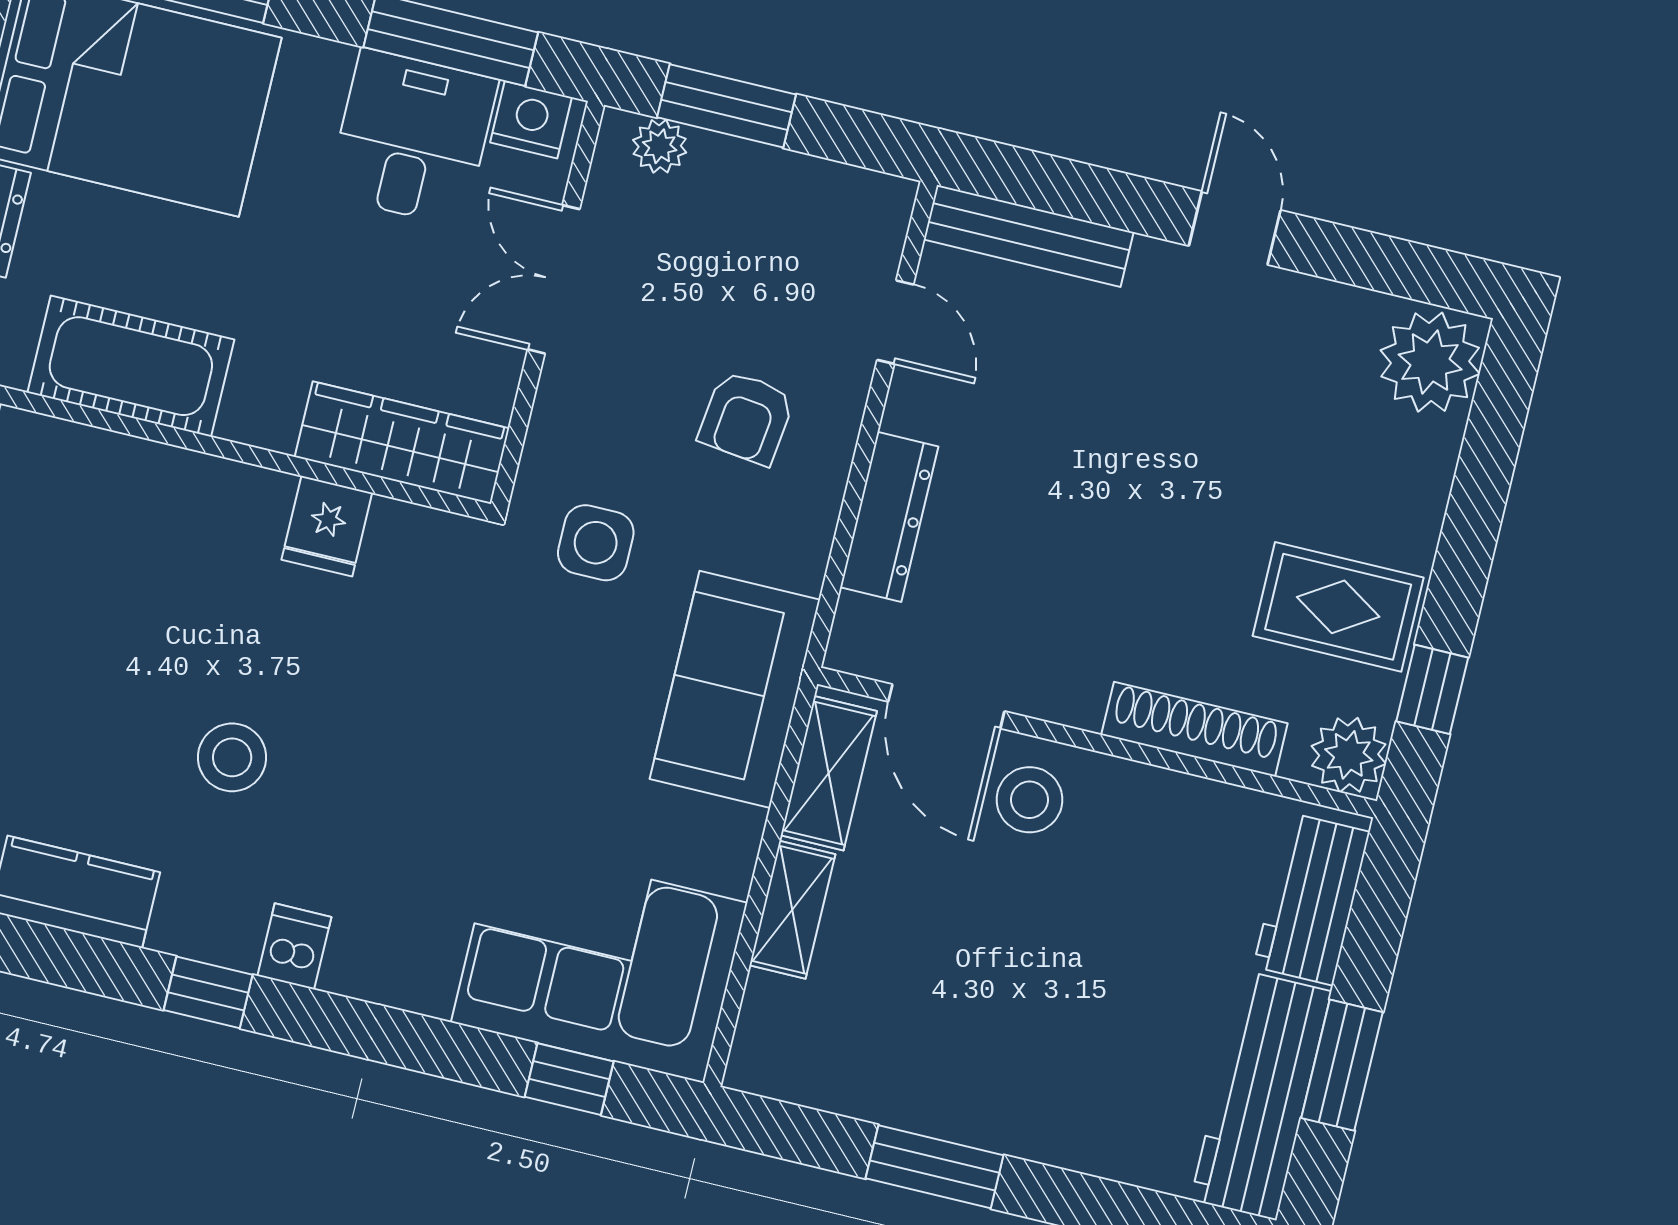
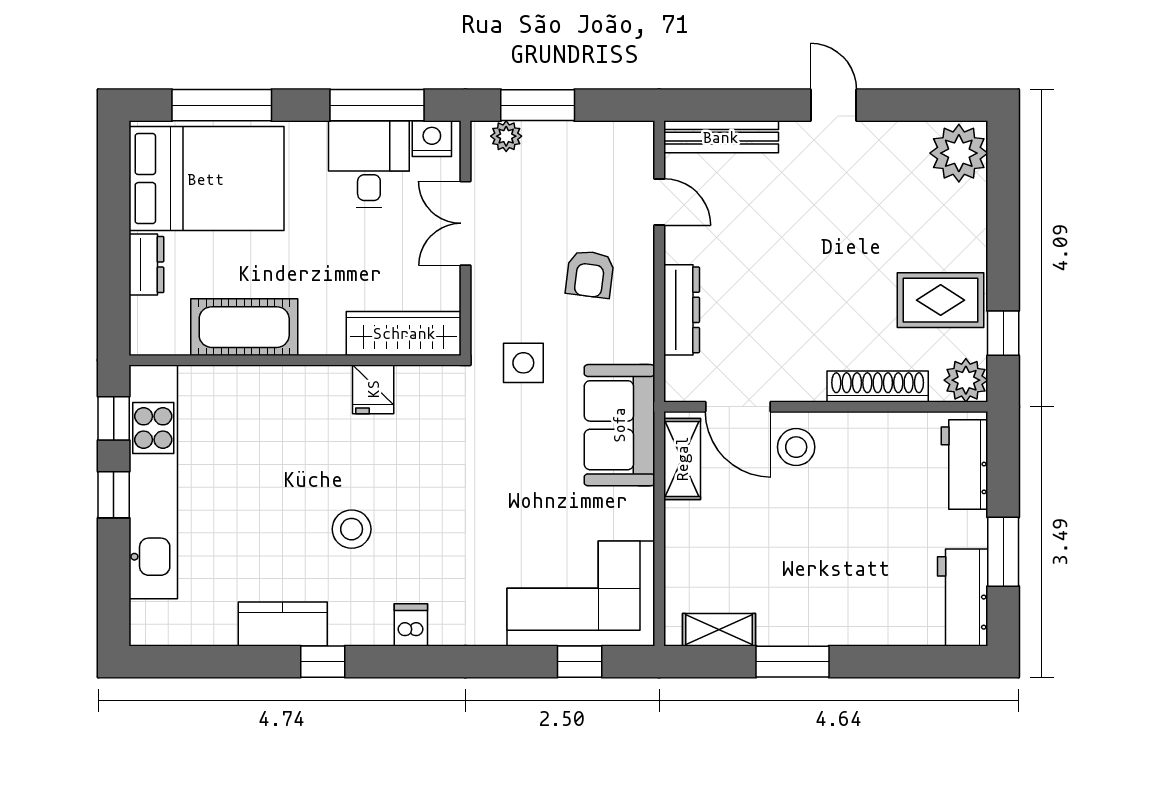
shelving: (792, 910) -> (719, 630), moved, turned 90
window: (208, 992) -> (323, 662), moved
workbench: (1261, 1096) -> (963, 598), width x0.73

